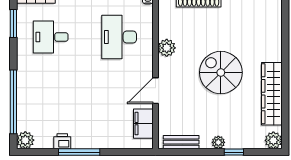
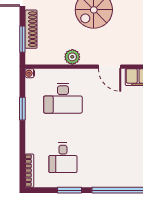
window: (13, 23) -> (70, 190), moved

